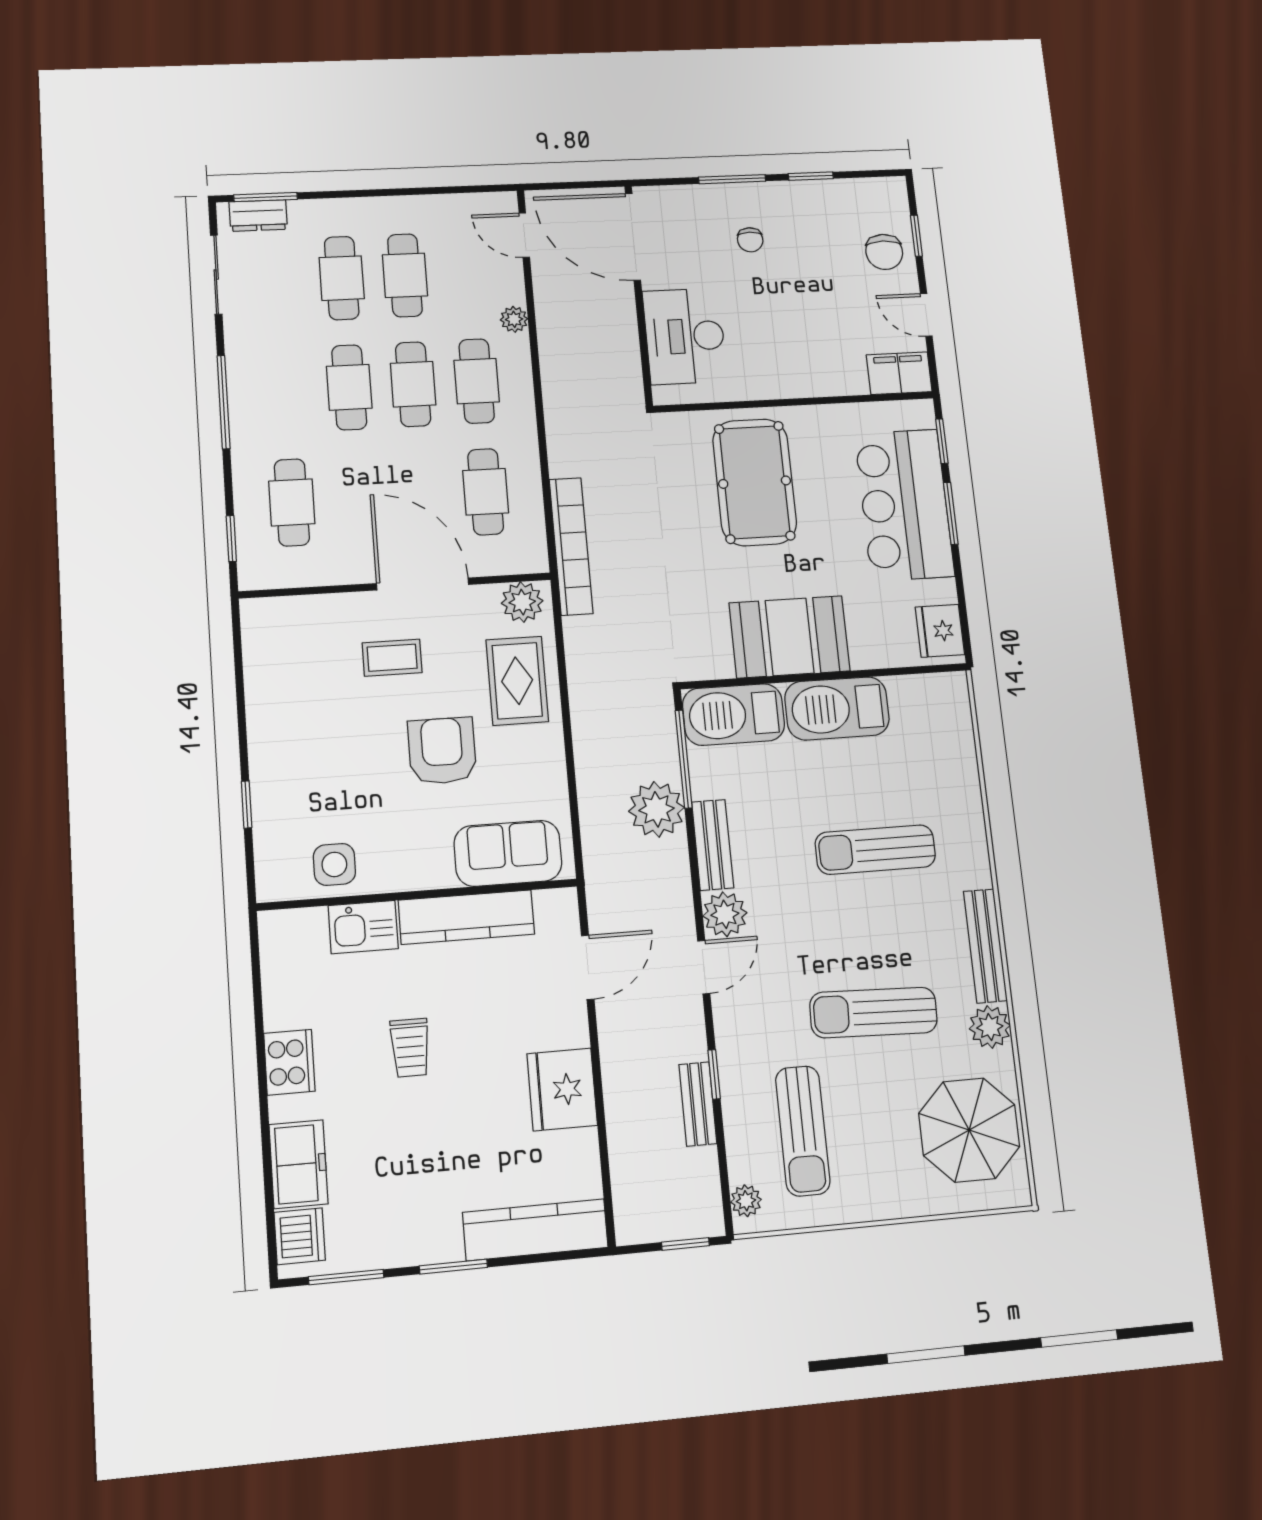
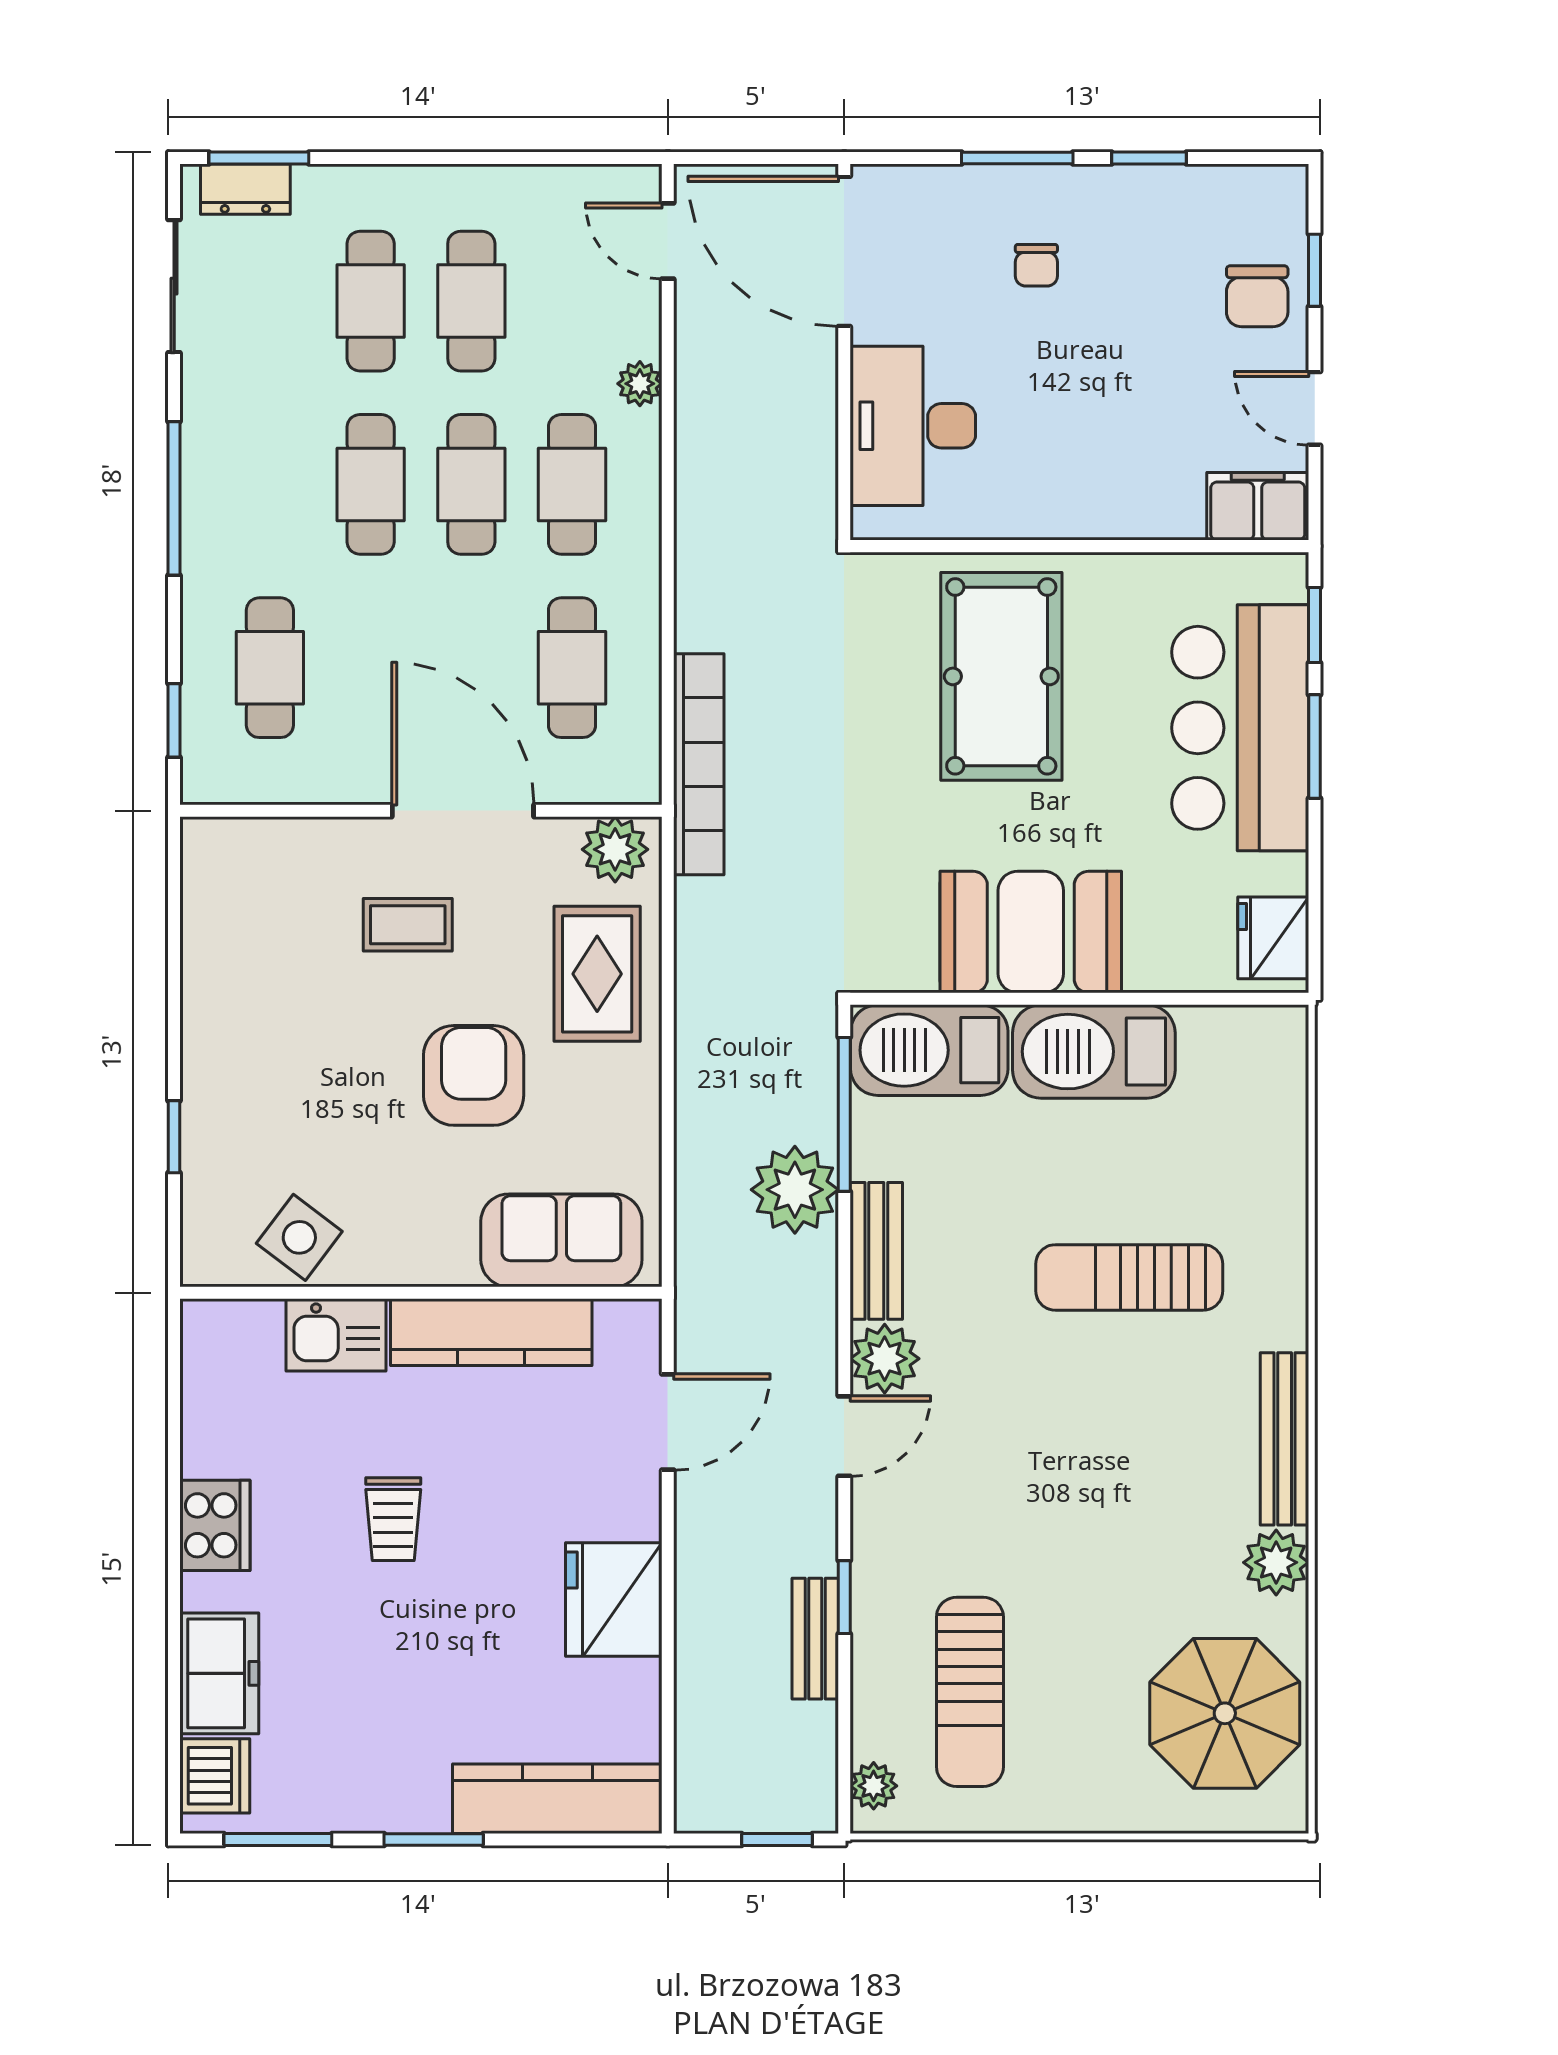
side table: (334, 864) -> (299, 1237), turned 37
sun lounger: (873, 1013) -> (1098, 1526), removed

